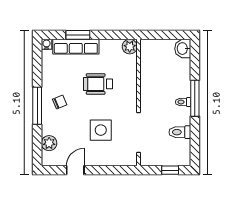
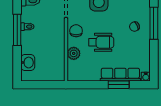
plant: (130, 47) -> (74, 53), moved
washbasin: (183, 49) -> (28, 63), moved
chair: (127, 97) -> (76, 31), added

